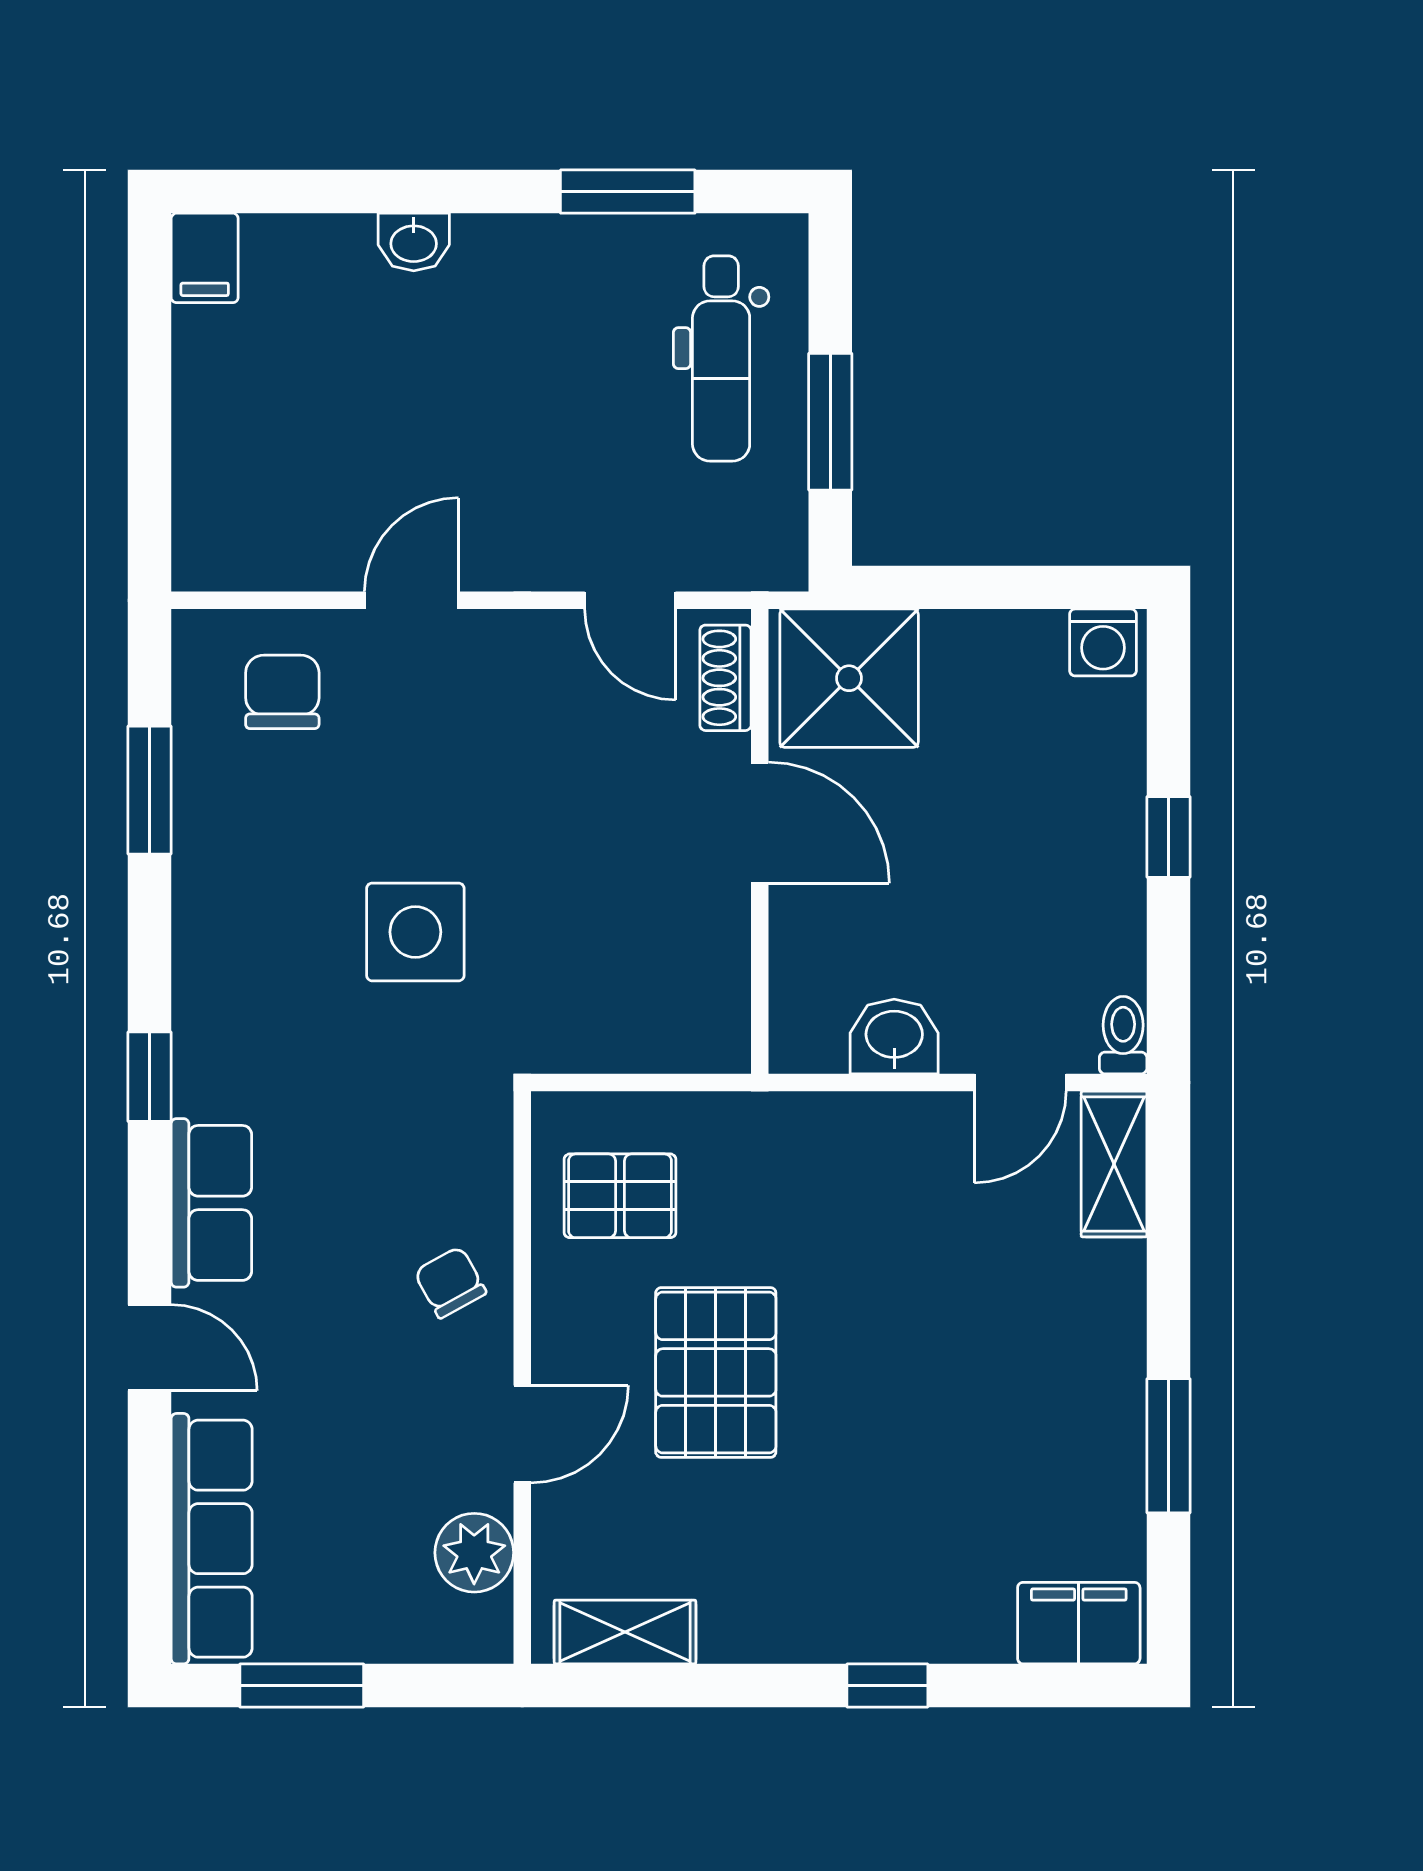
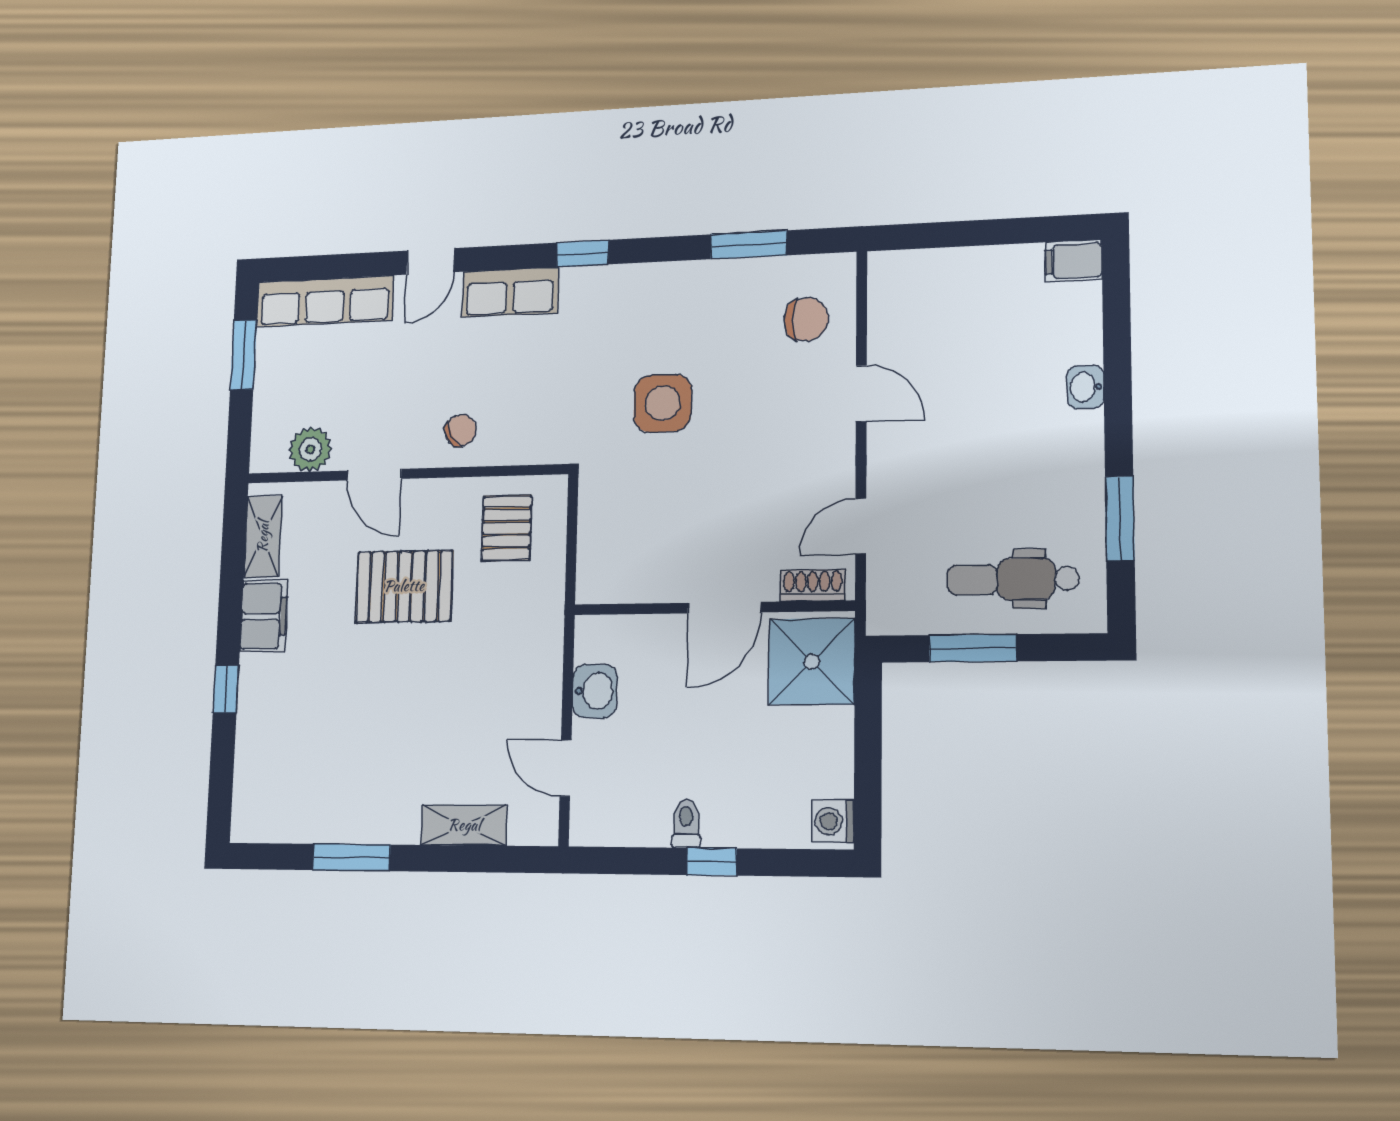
toilet: (1123, 1035) -> (686, 823), moved, turned -90
shelving: (1114, 1164) -> (464, 825), moved
filing cabinet: (1079, 1623) -> (264, 616), moved

